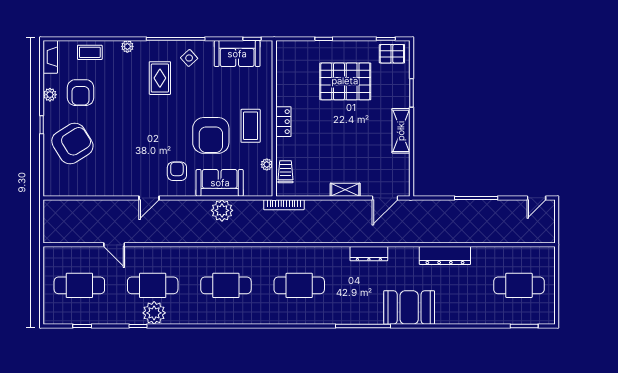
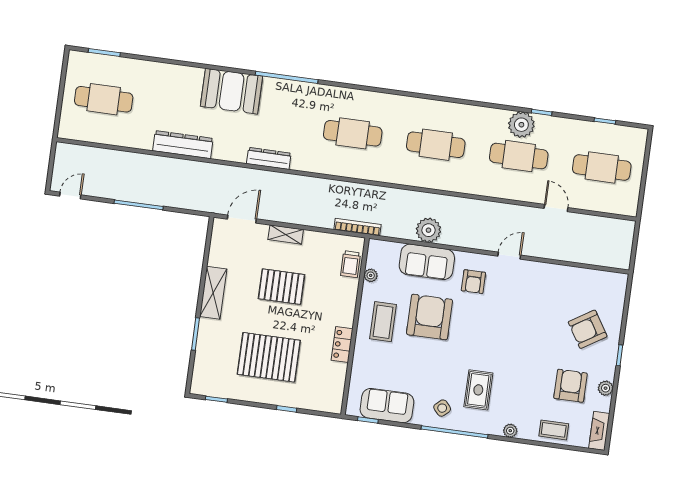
pallet: (392, 54) -> (282, 287), moved, width x1.50, depth x1.42
locker: (283, 122) -> (342, 344), moved
armchair: (72, 144) -> (588, 329), width x0.73, depth x0.73

